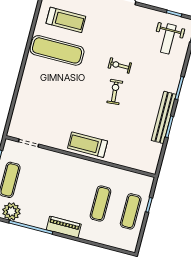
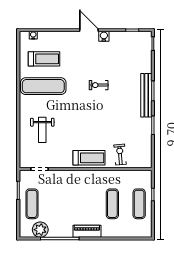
water cooler: (140, 12) -> (104, 36), added
weight bench: (168, 39) -> (42, 130), moved
exercise bike: (115, 92) -> (120, 155), moved
bench: (164, 117) -> (146, 95), moved
treadmill: (88, 145) -> (89, 158), turned 180

